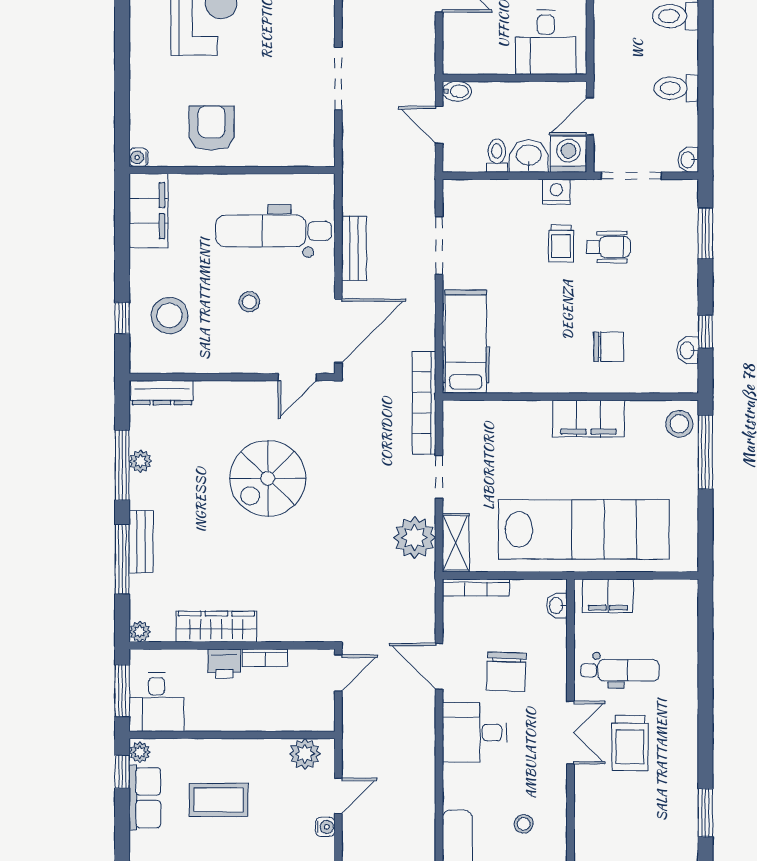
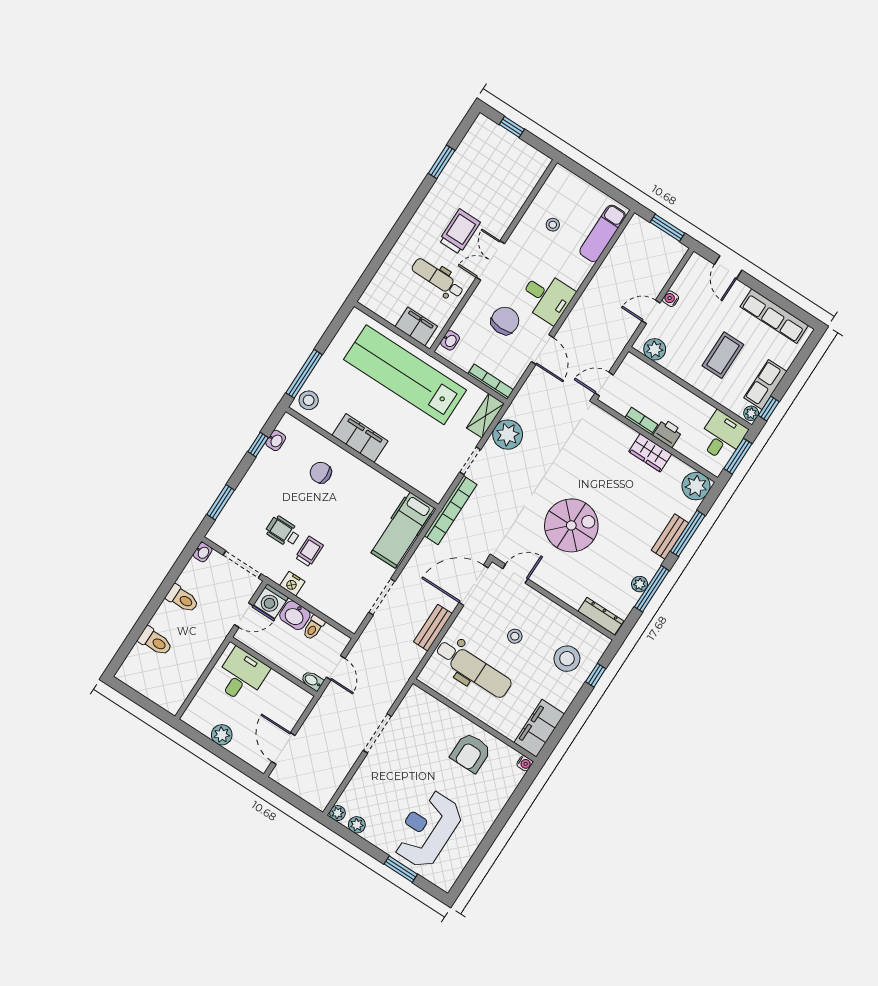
wardrobe: (216, 627) -> (650, 453), width x0.67
plant: (140, 632) -> (696, 486), width x1.88, depth x1.88
coffee table: (219, 800) -> (723, 355), turned 90

